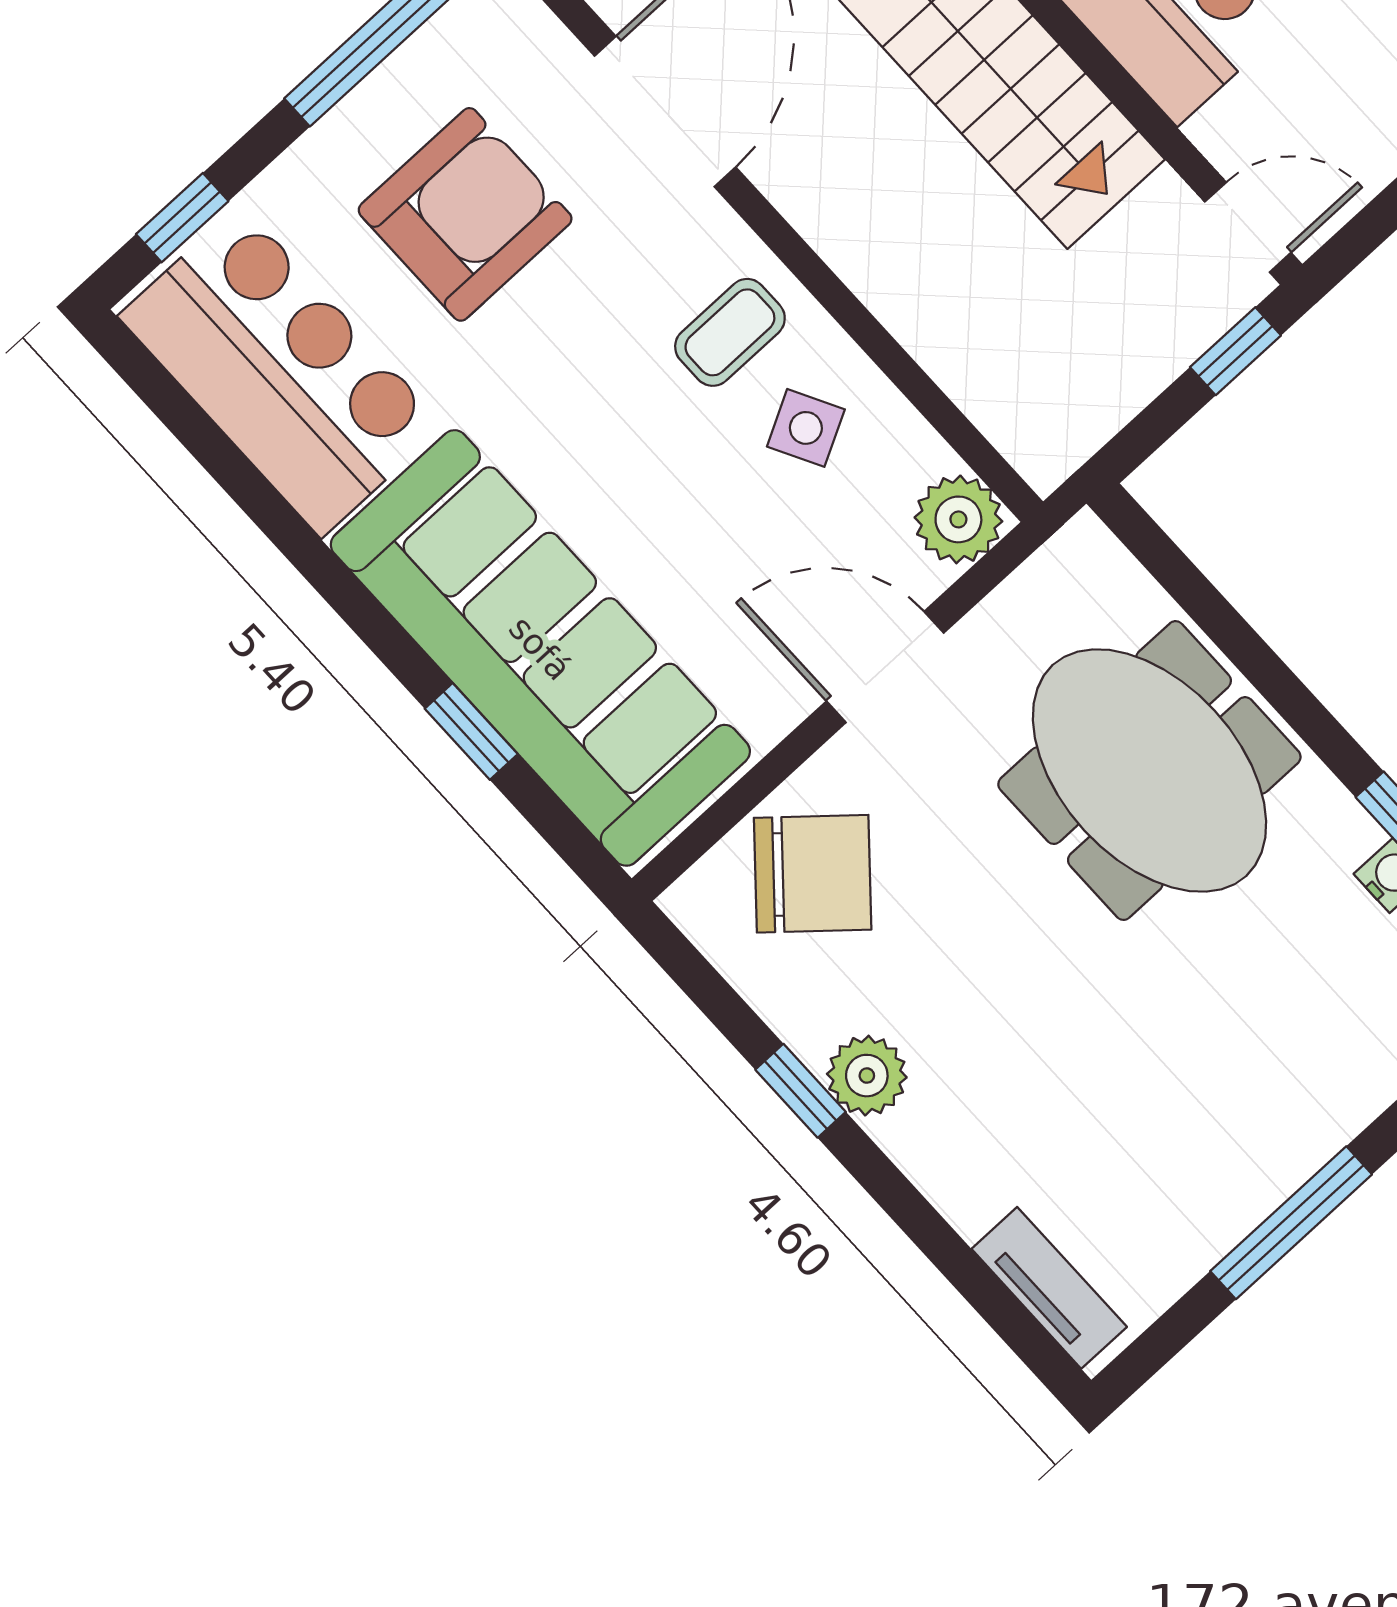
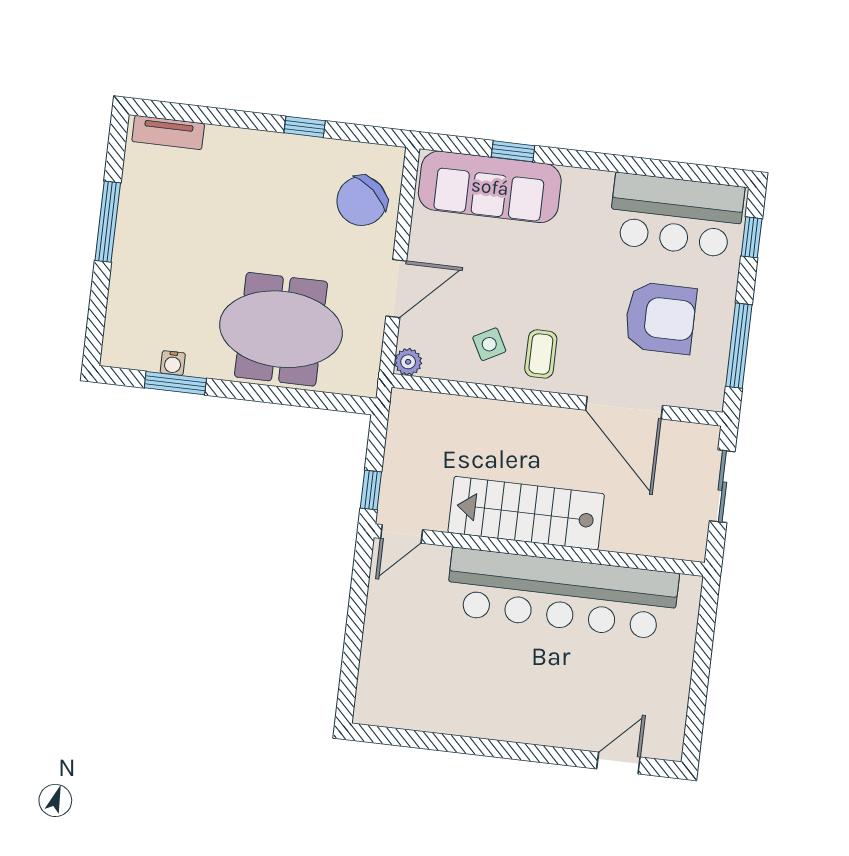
armchair: (465, 214) -> (660, 318), turned -90
plant: (958, 519) -> (408, 362), width x0.73, depth x0.73
sofa: (540, 648) -> (490, 187), width x0.74, depth x0.79
plant: (867, 1076) -> (287, 150), removed

